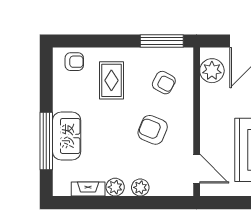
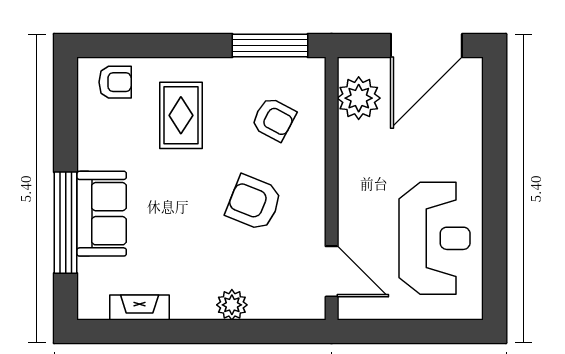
plant: (115, 187) -> (187, 304), removed

